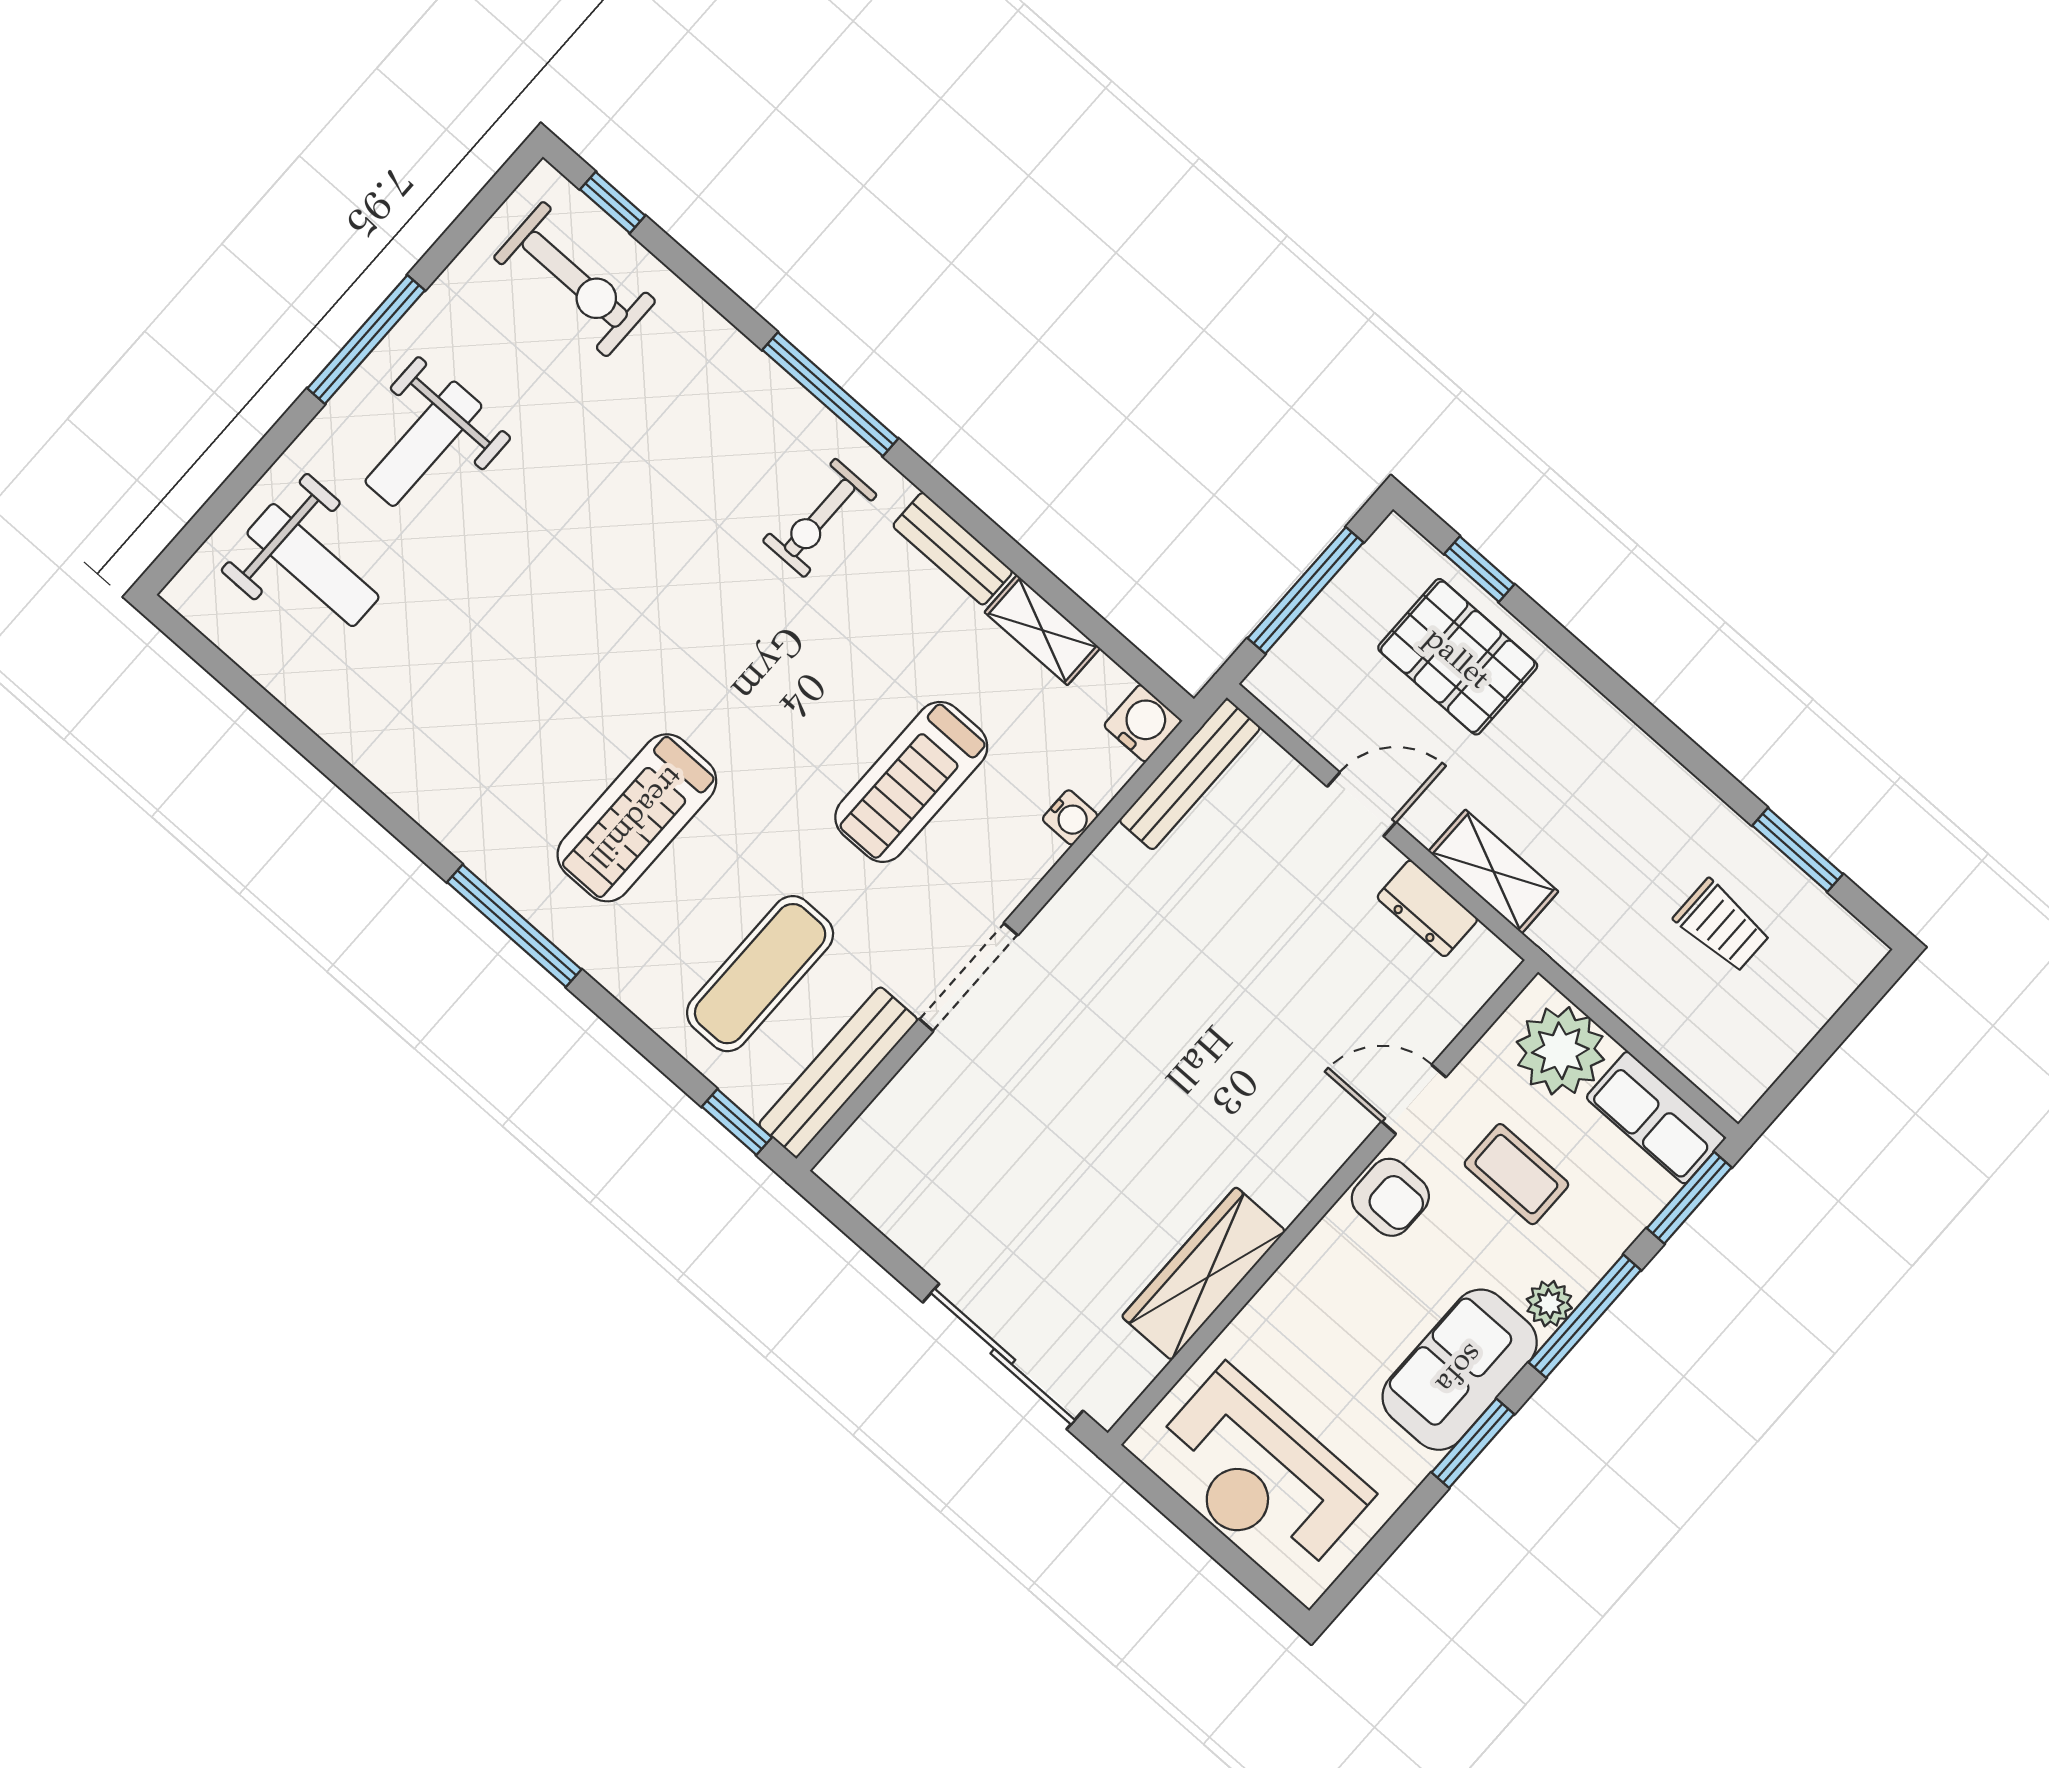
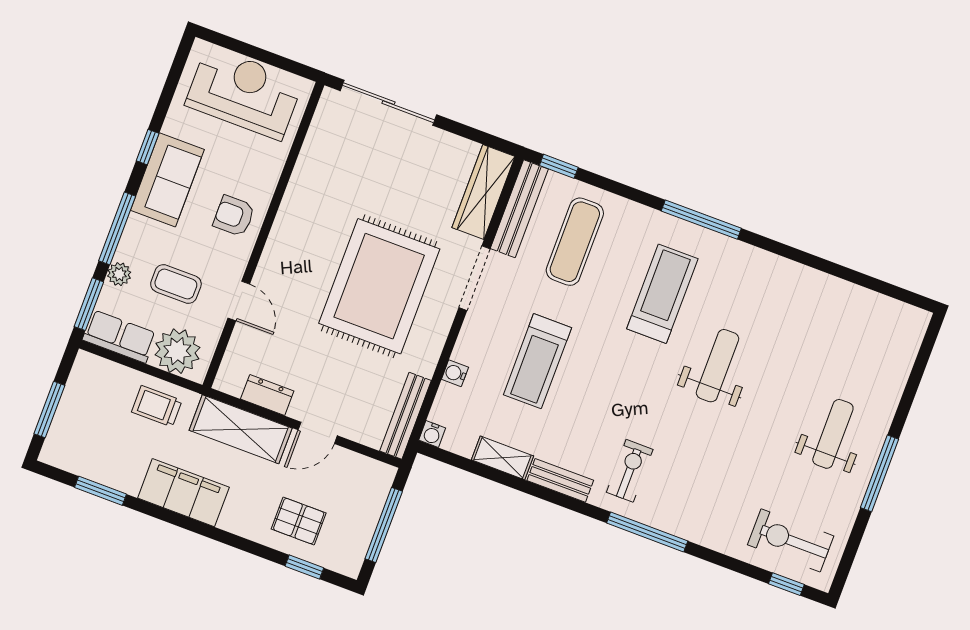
weight bench: (313, 565) -> (717, 366), moved, turned 90
pallet: (1458, 657) -> (299, 521), width x0.67, depth x0.71
water cooler: (1143, 723) -> (432, 434), width x0.72, depth x0.72
treadmill: (911, 782) -> (537, 361), turned 180
filing cabinet: (1648, 789) -> (183, 493), added
shelving: (1493, 871) -> (241, 429), width x1.50, depth x1.33
trolley: (1722, 926) -> (157, 406), moved
rug: (1148, 1029) -> (379, 286), added
window: (1834, 1033) -> (49, 410), added
door: (1414, 1099) -> (239, 301), hinge flipped
armchair: (1390, 1197) -> (234, 216), moved
wardrobe: (1204, 1274) -> (483, 192), moved, turned 180
plant: (1549, 1304) -> (119, 274), moved
window: (1473, 1443) -> (148, 147), width x0.67

